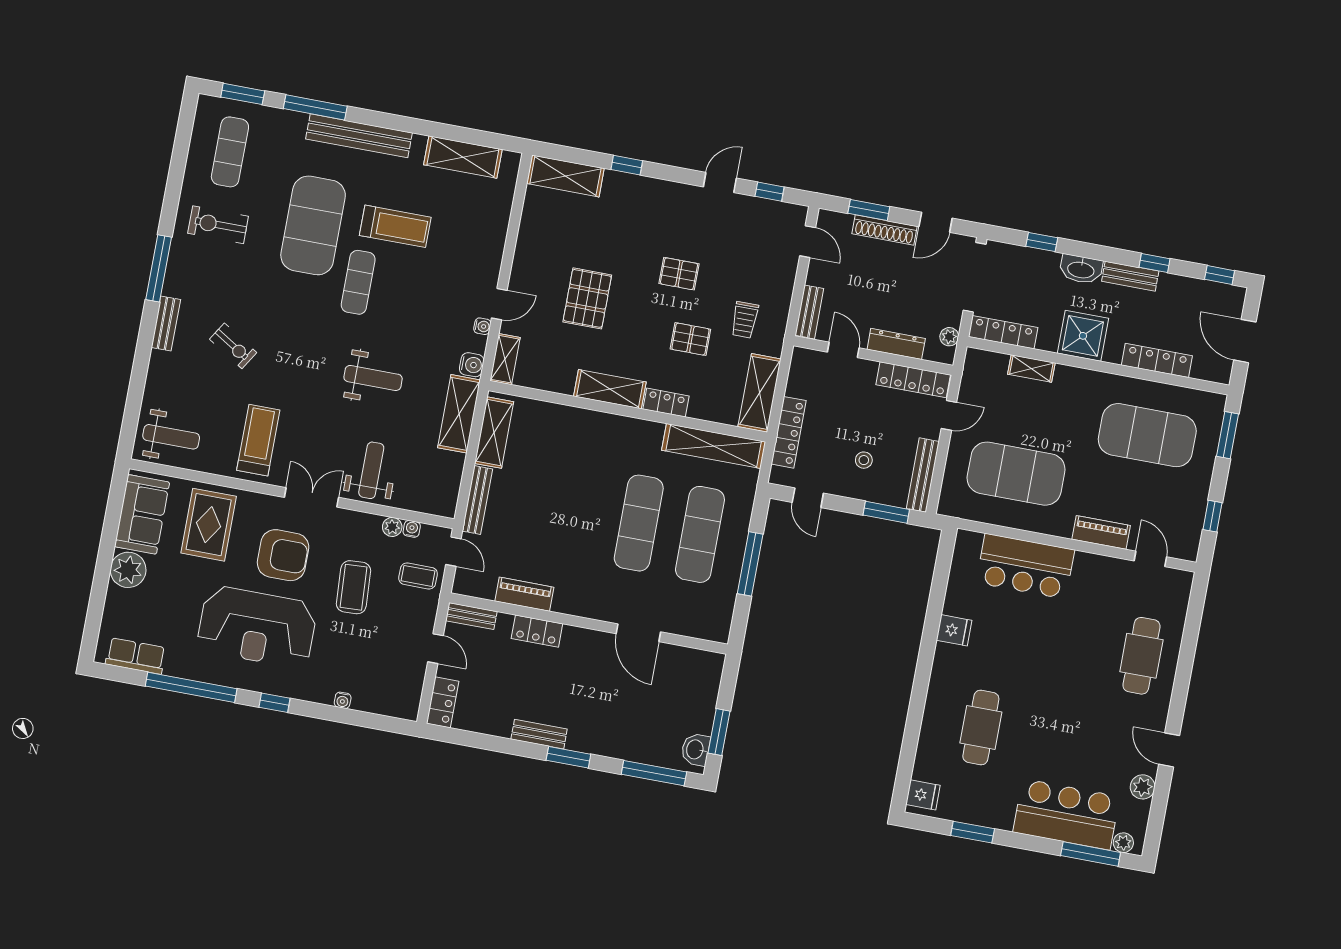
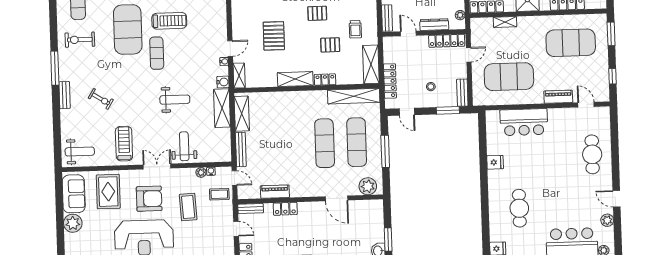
bench: (923, 475) -> (462, 93), width x0.73
plant: (703, 623) -> (368, 186), added

